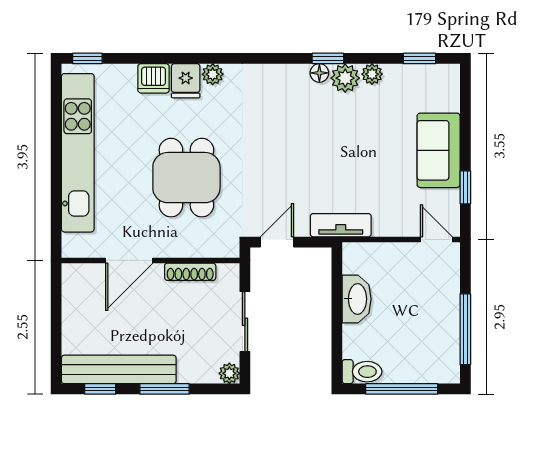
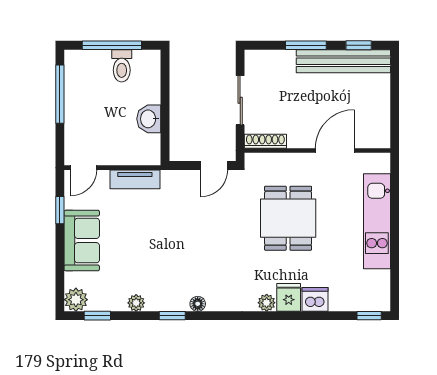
floor lamp: (319, 73) -> (198, 304), moved
plant: (345, 78) -> (76, 300), moved
kitchen unit: (78, 153) -> (377, 221), width x0.73
tv unit: (341, 225) -> (135, 179), moved
door: (436, 239) -> (84, 168), hinge flipped
shoe rack: (190, 272) -> (265, 141), moved
washbasin: (357, 299) -> (149, 119), width x0.72
toilet: (362, 372) -> (122, 66), moved, turned -90
plant: (229, 373) -> (253, 58), removed

